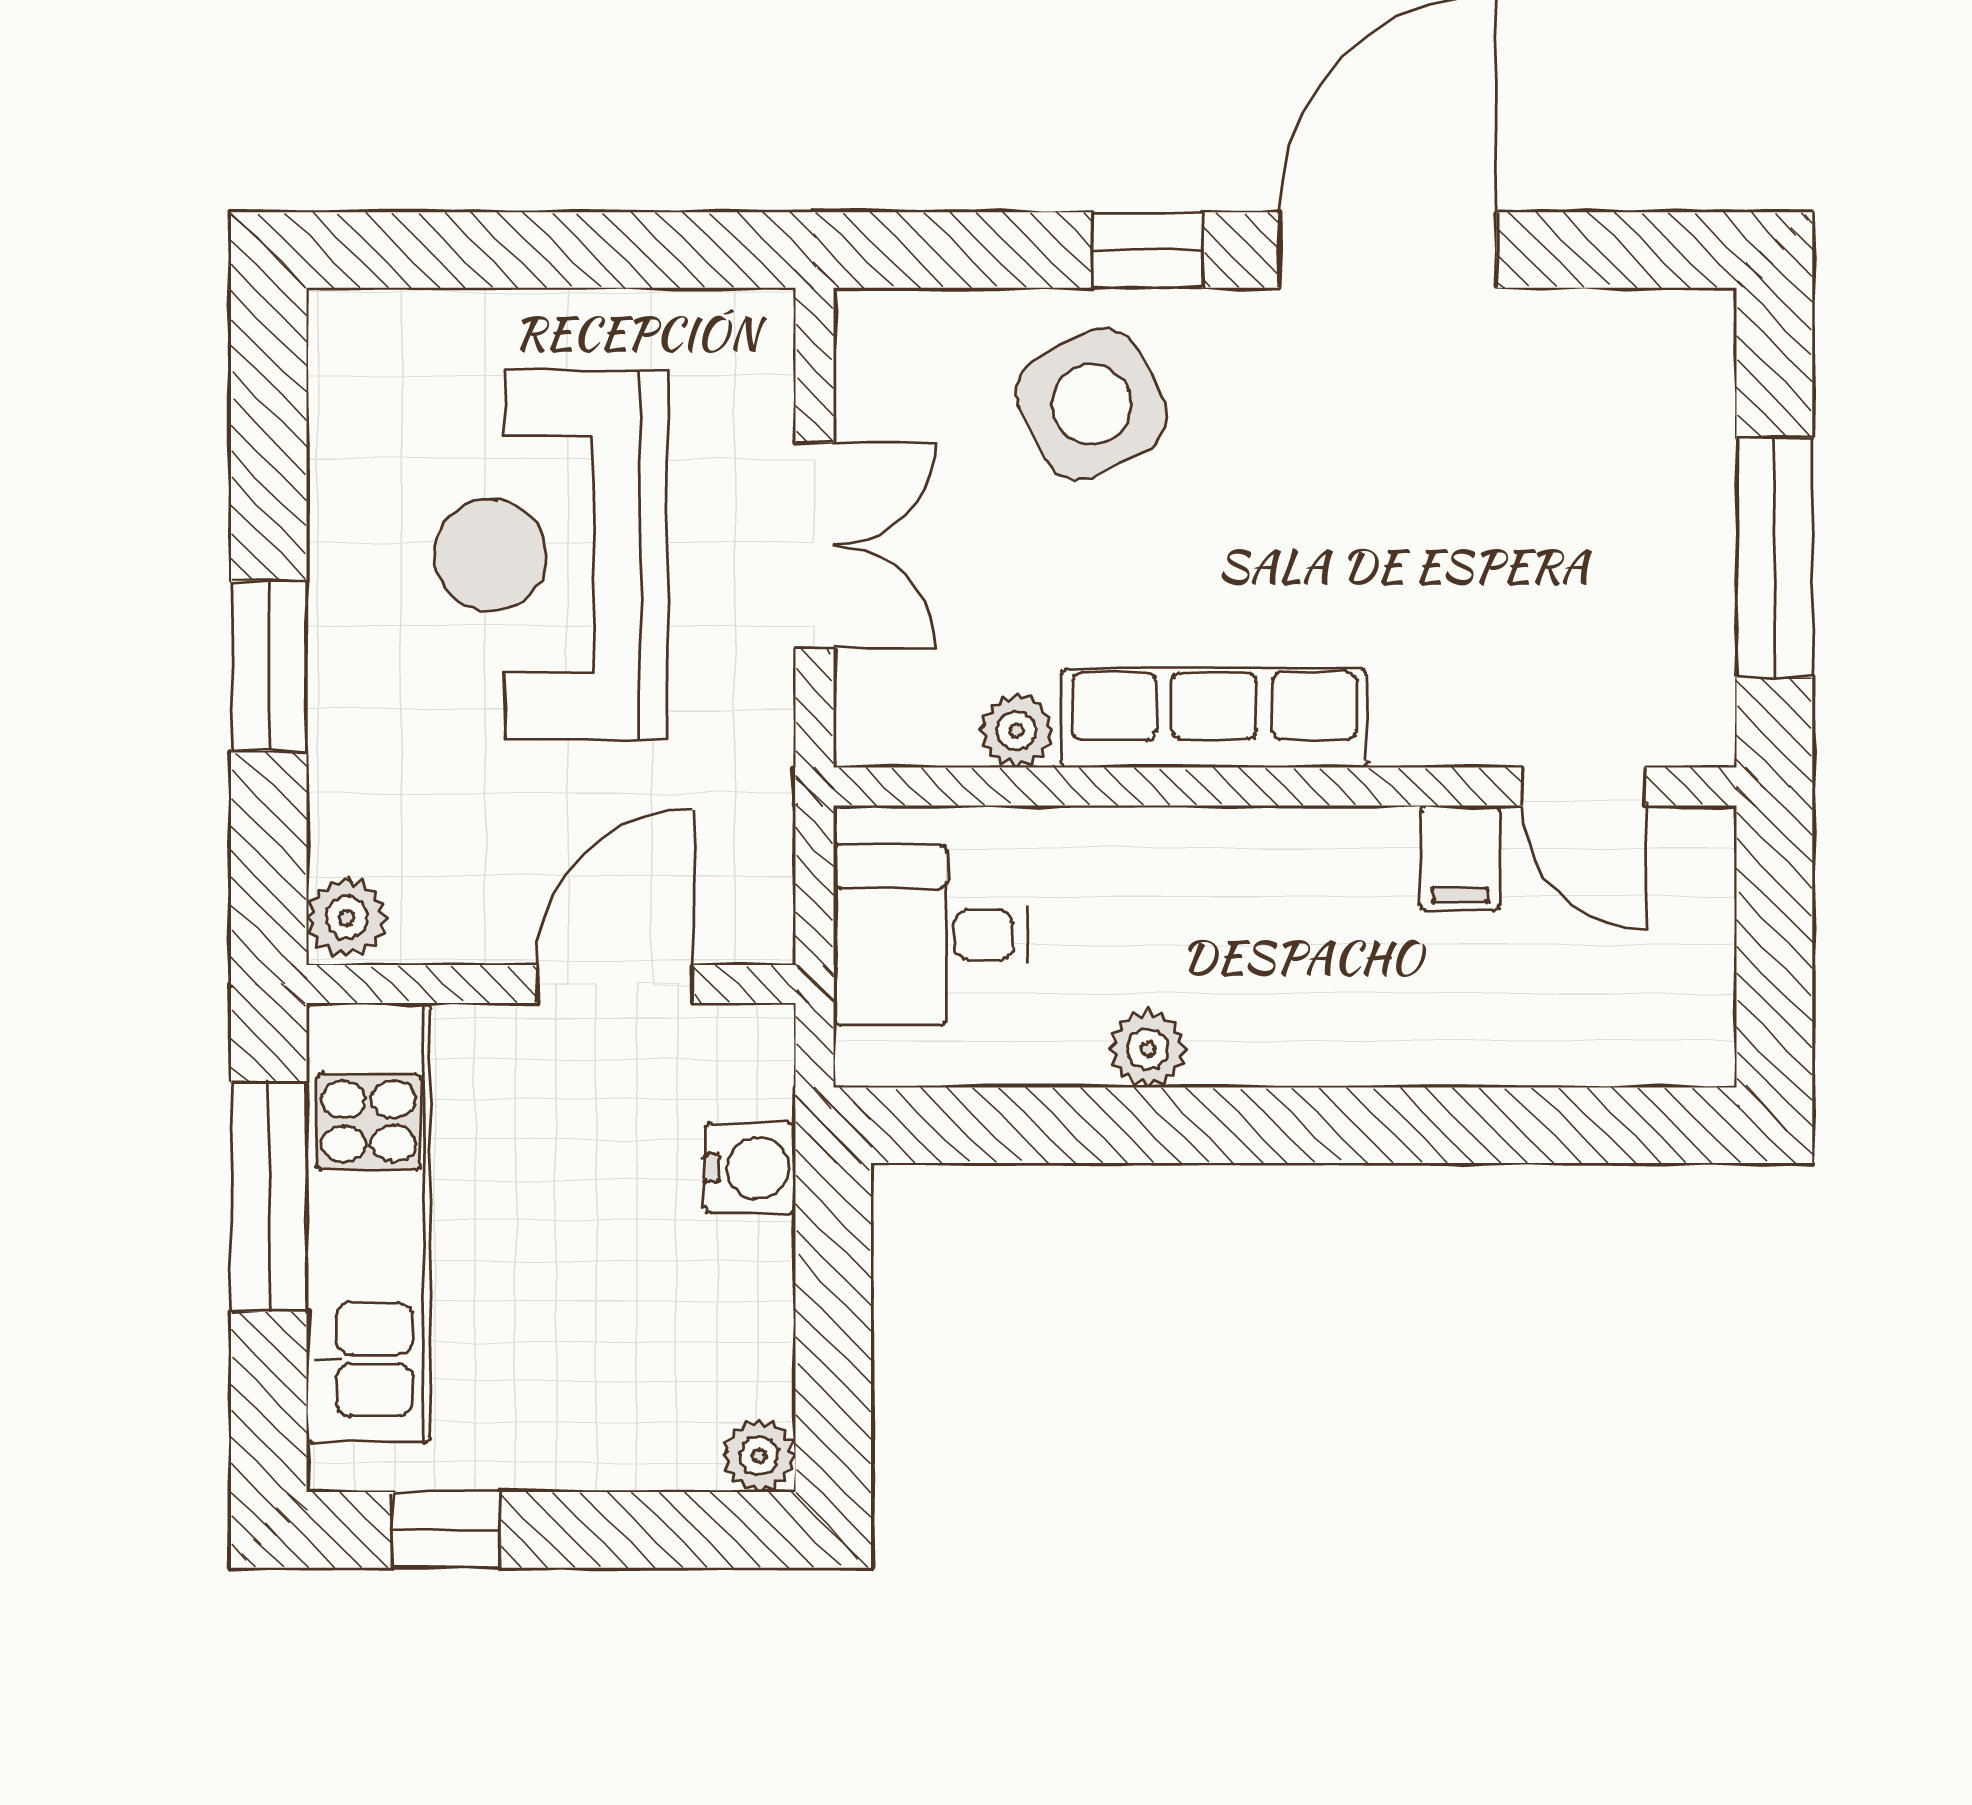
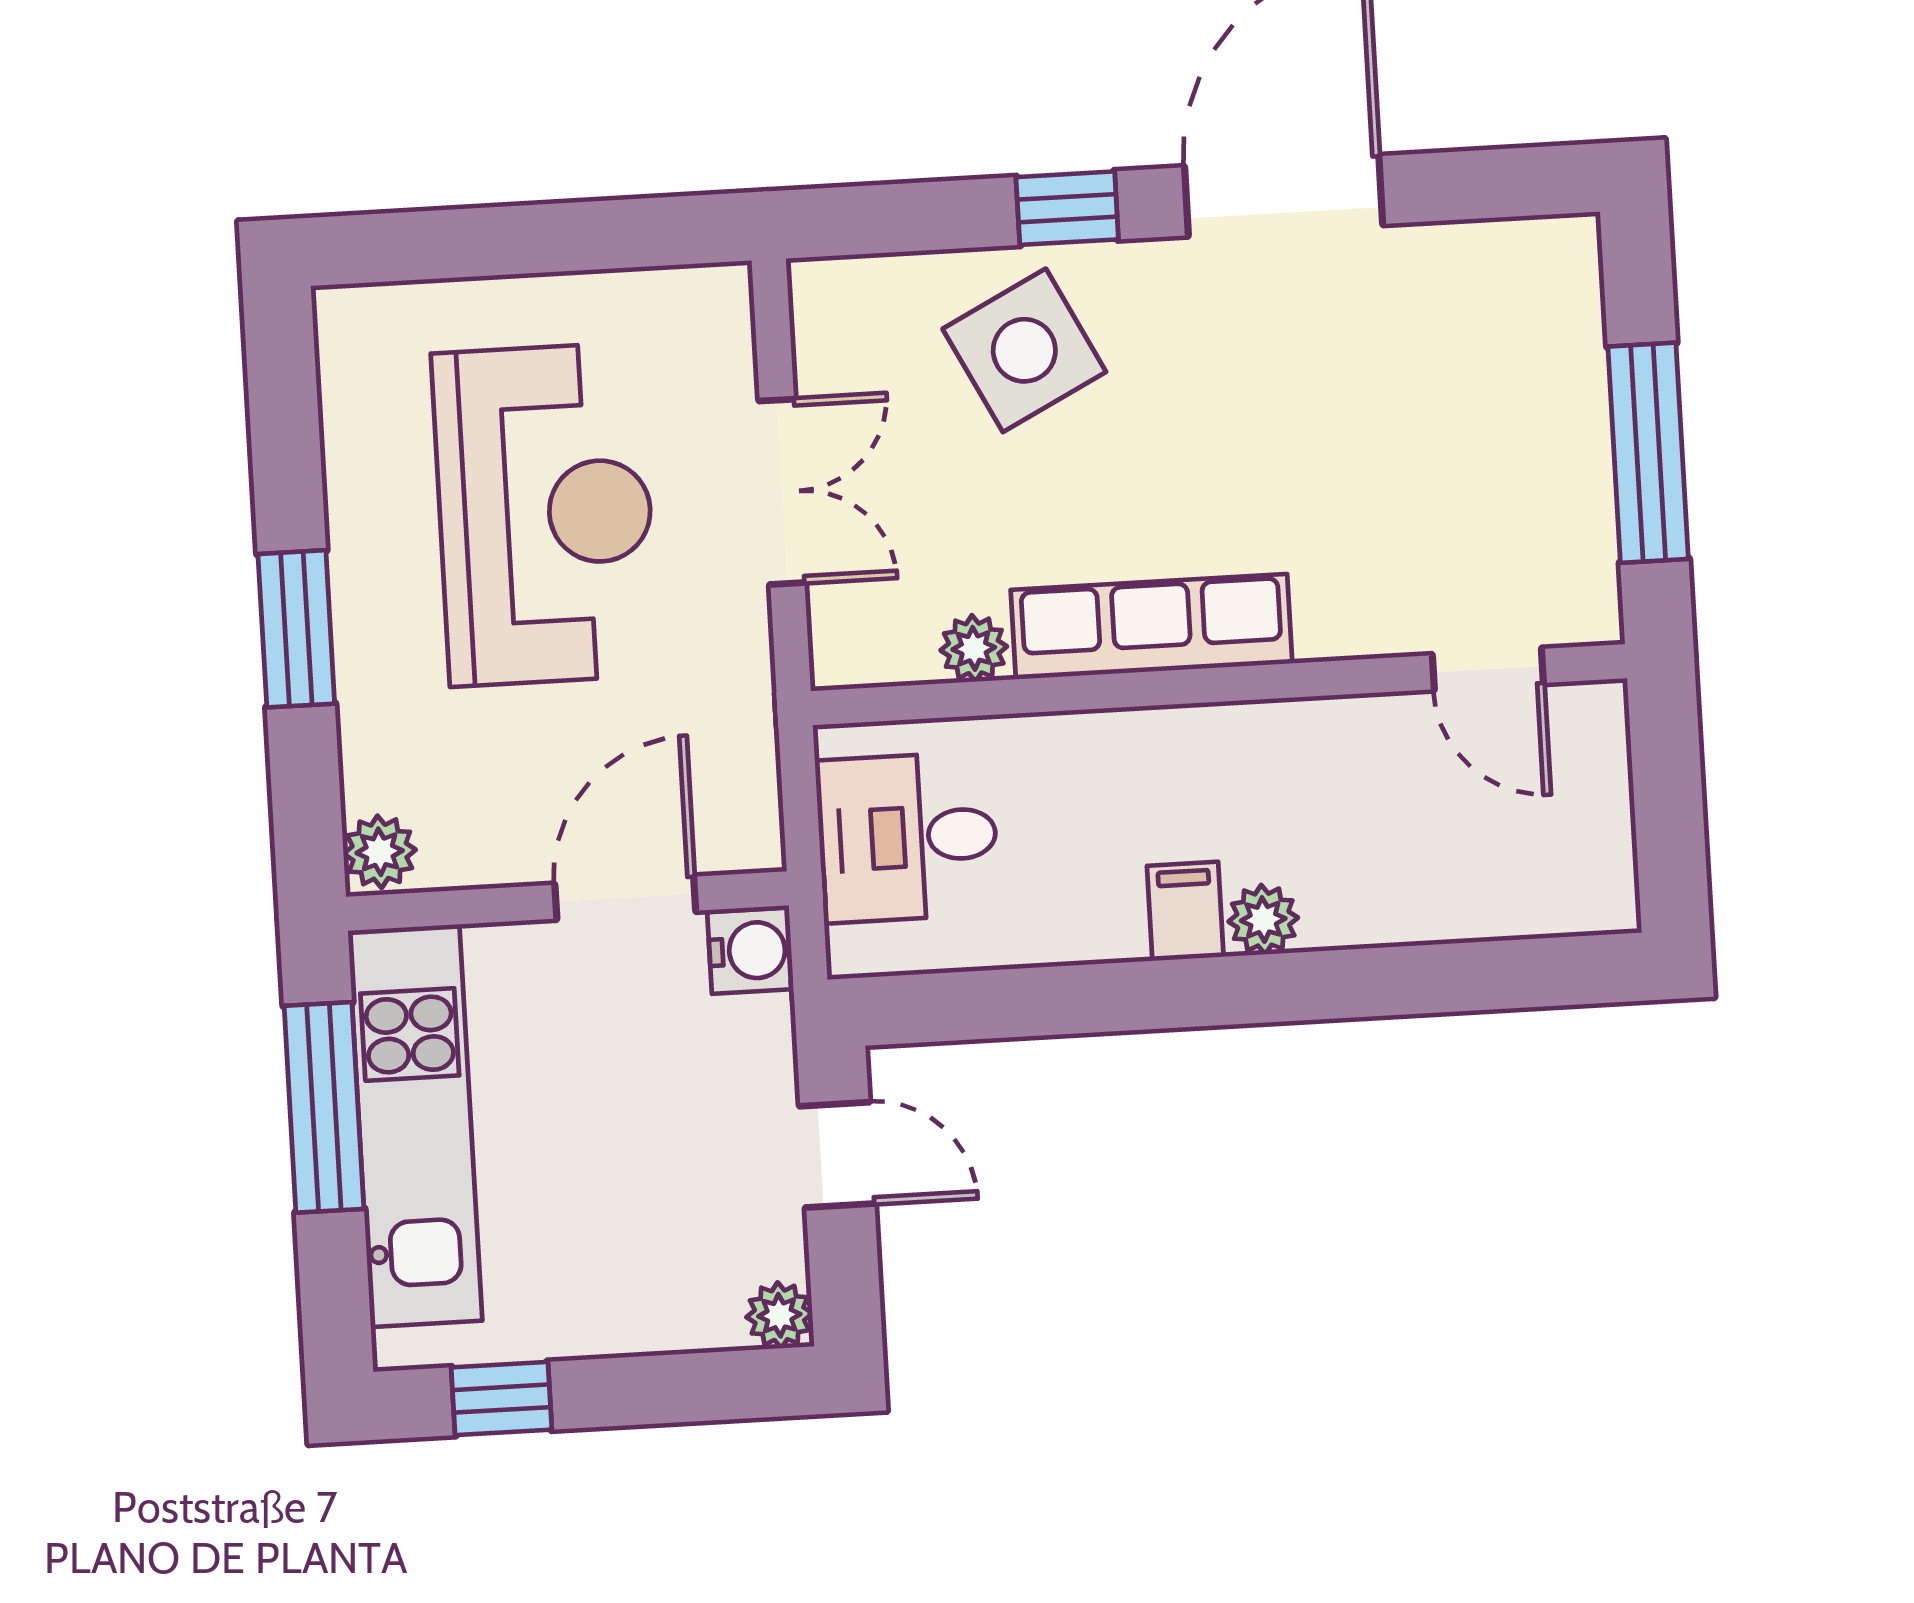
reception desk: (551, 555) -> (545, 514), turned 180
filing cabinet: (1460, 858) -> (1185, 911), moved, turned 180
plant: (1148, 1049) -> (1263, 920), moved
water cooler: (750, 1168) -> (750, 951), moved
door: (833, 1282) -> (837, 1155), added

